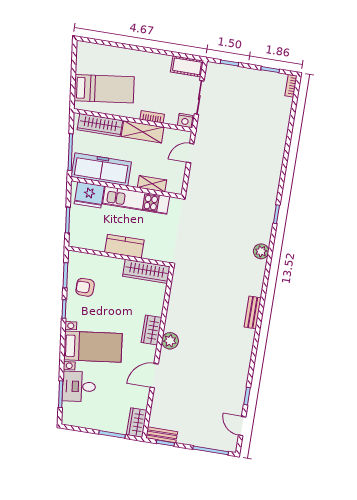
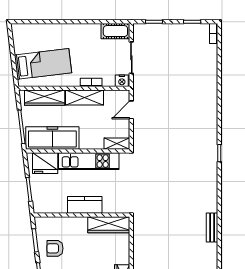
shelving: (152, 184) -> (117, 144), moved
plant: (261, 251) -> (211, 189), removed
bench: (253, 312) -> (212, 228), moved

